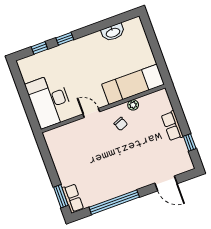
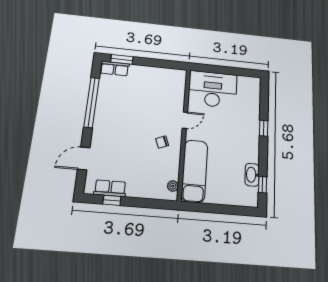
window: (39, 48) -> (263, 185), moved
plant: (133, 105) -> (173, 186), moved
row of seats: (172, 126) -> (110, 188), moved

